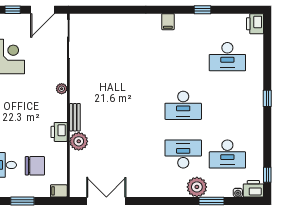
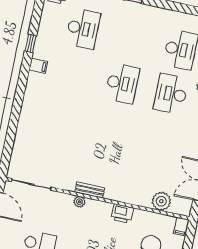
filing cabinet: (168, 22) -> (38, 66), moved
bench: (75, 117) -> (90, 190), moved
plant: (79, 141) -> (161, 201), moved

